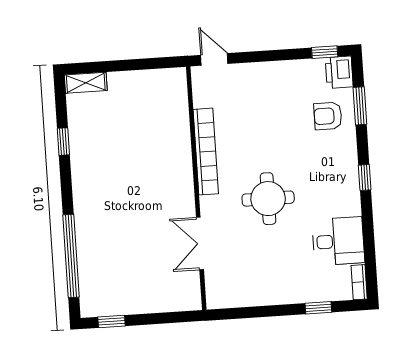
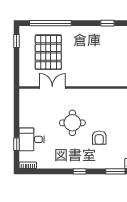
armchair: (328, 116) -> (99, 138), moved, turned 180
bookcase: (206, 152) -> (98, 93), removed
desk: (338, 241) -> (32, 139), moved, turned 90
pallet: (130, 256) -> (48, 52), added

